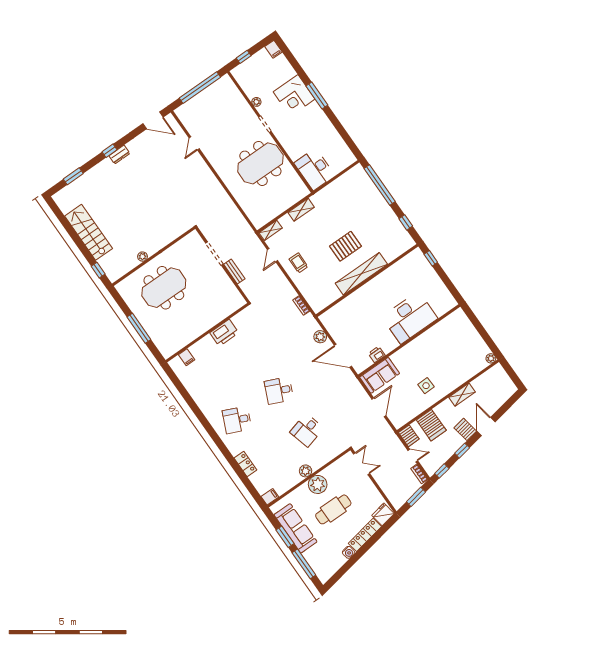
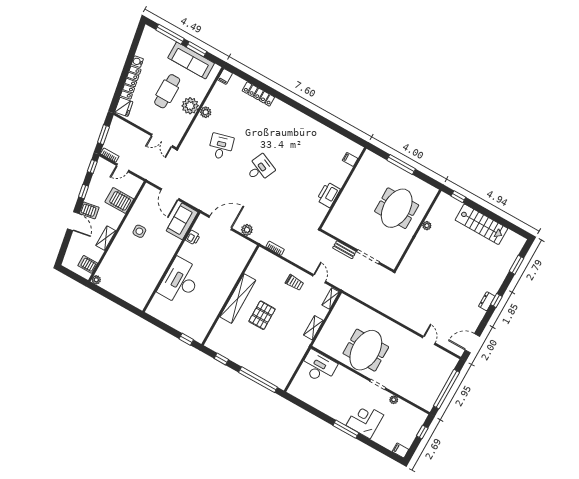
desk: (237, 420) -> (283, 127), removed
server rack: (409, 436) -> (88, 264), moved
locker: (245, 464) -> (258, 94), width x1.53

